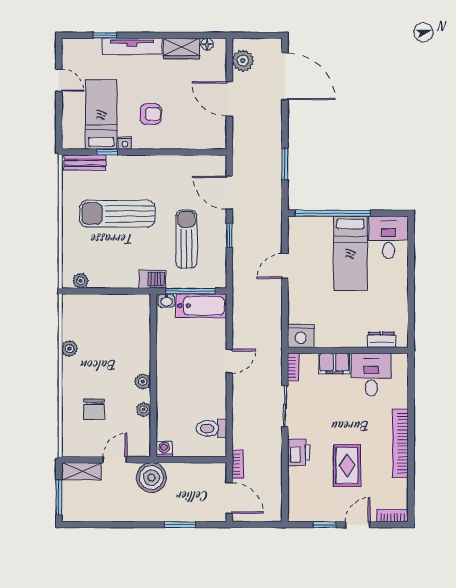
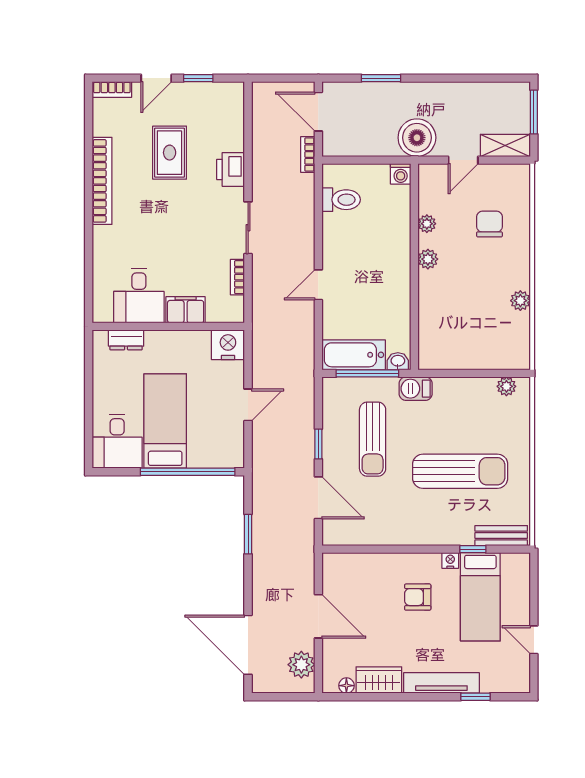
nightstand: (301, 336) -> (228, 345), moved
dresser: (381, 340) -> (126, 340), moved
wall: (348, 350) -> (168, 326), moved
filing cabinet: (334, 364) -> (186, 310), moved
desk: (371, 375) -> (139, 296), moved

